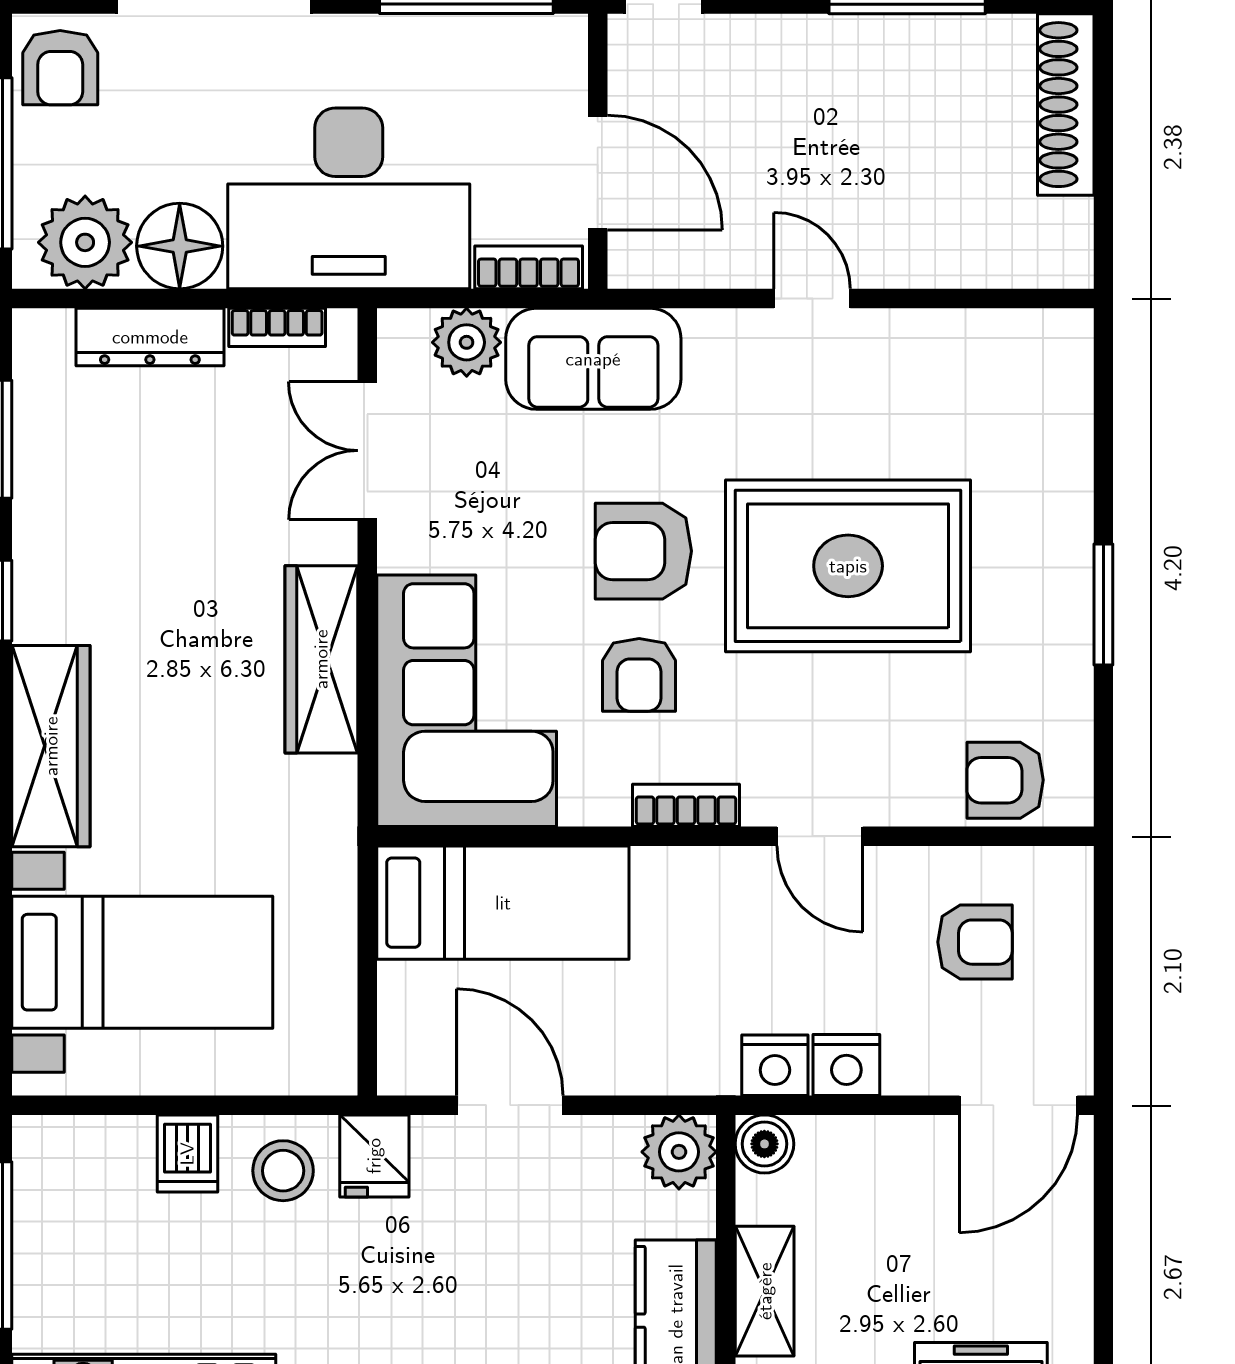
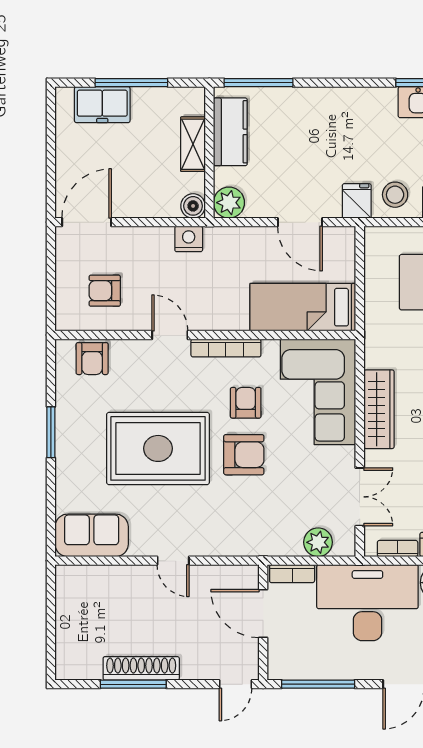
shoe rack: (1066, 105) -> (141, 668), moved, turned -90
sofa: (593, 359) -> (92, 535), moved
armchair: (1005, 780) -> (92, 359), turned 90
bookcase: (686, 805) -> (226, 348), width x1.56
nightstand: (846, 1065) -> (159, 239), removed

